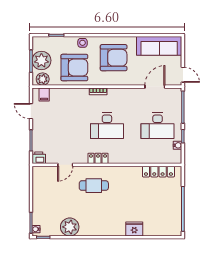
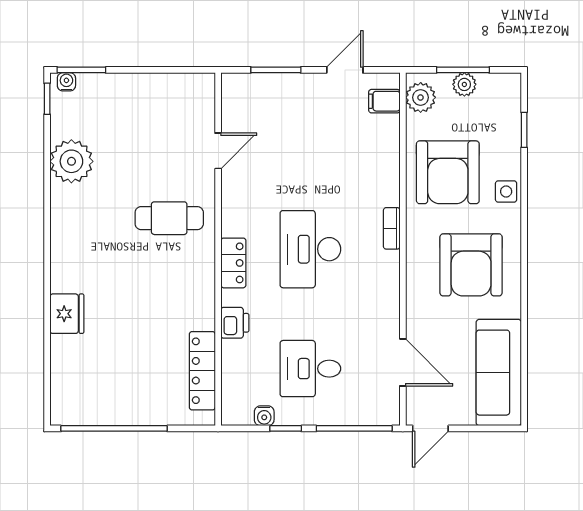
plant: (41, 60) -> (464, 84), width x0.53, depth x0.53
desk: (158, 126) -> (310, 369), width x0.73
printer: (39, 158) -> (235, 323), moved
locker: (98, 158) -> (233, 263), moved
door: (65, 165) -> (218, 151), swing flipped
cafe table: (94, 186) -> (169, 218), turned 90

